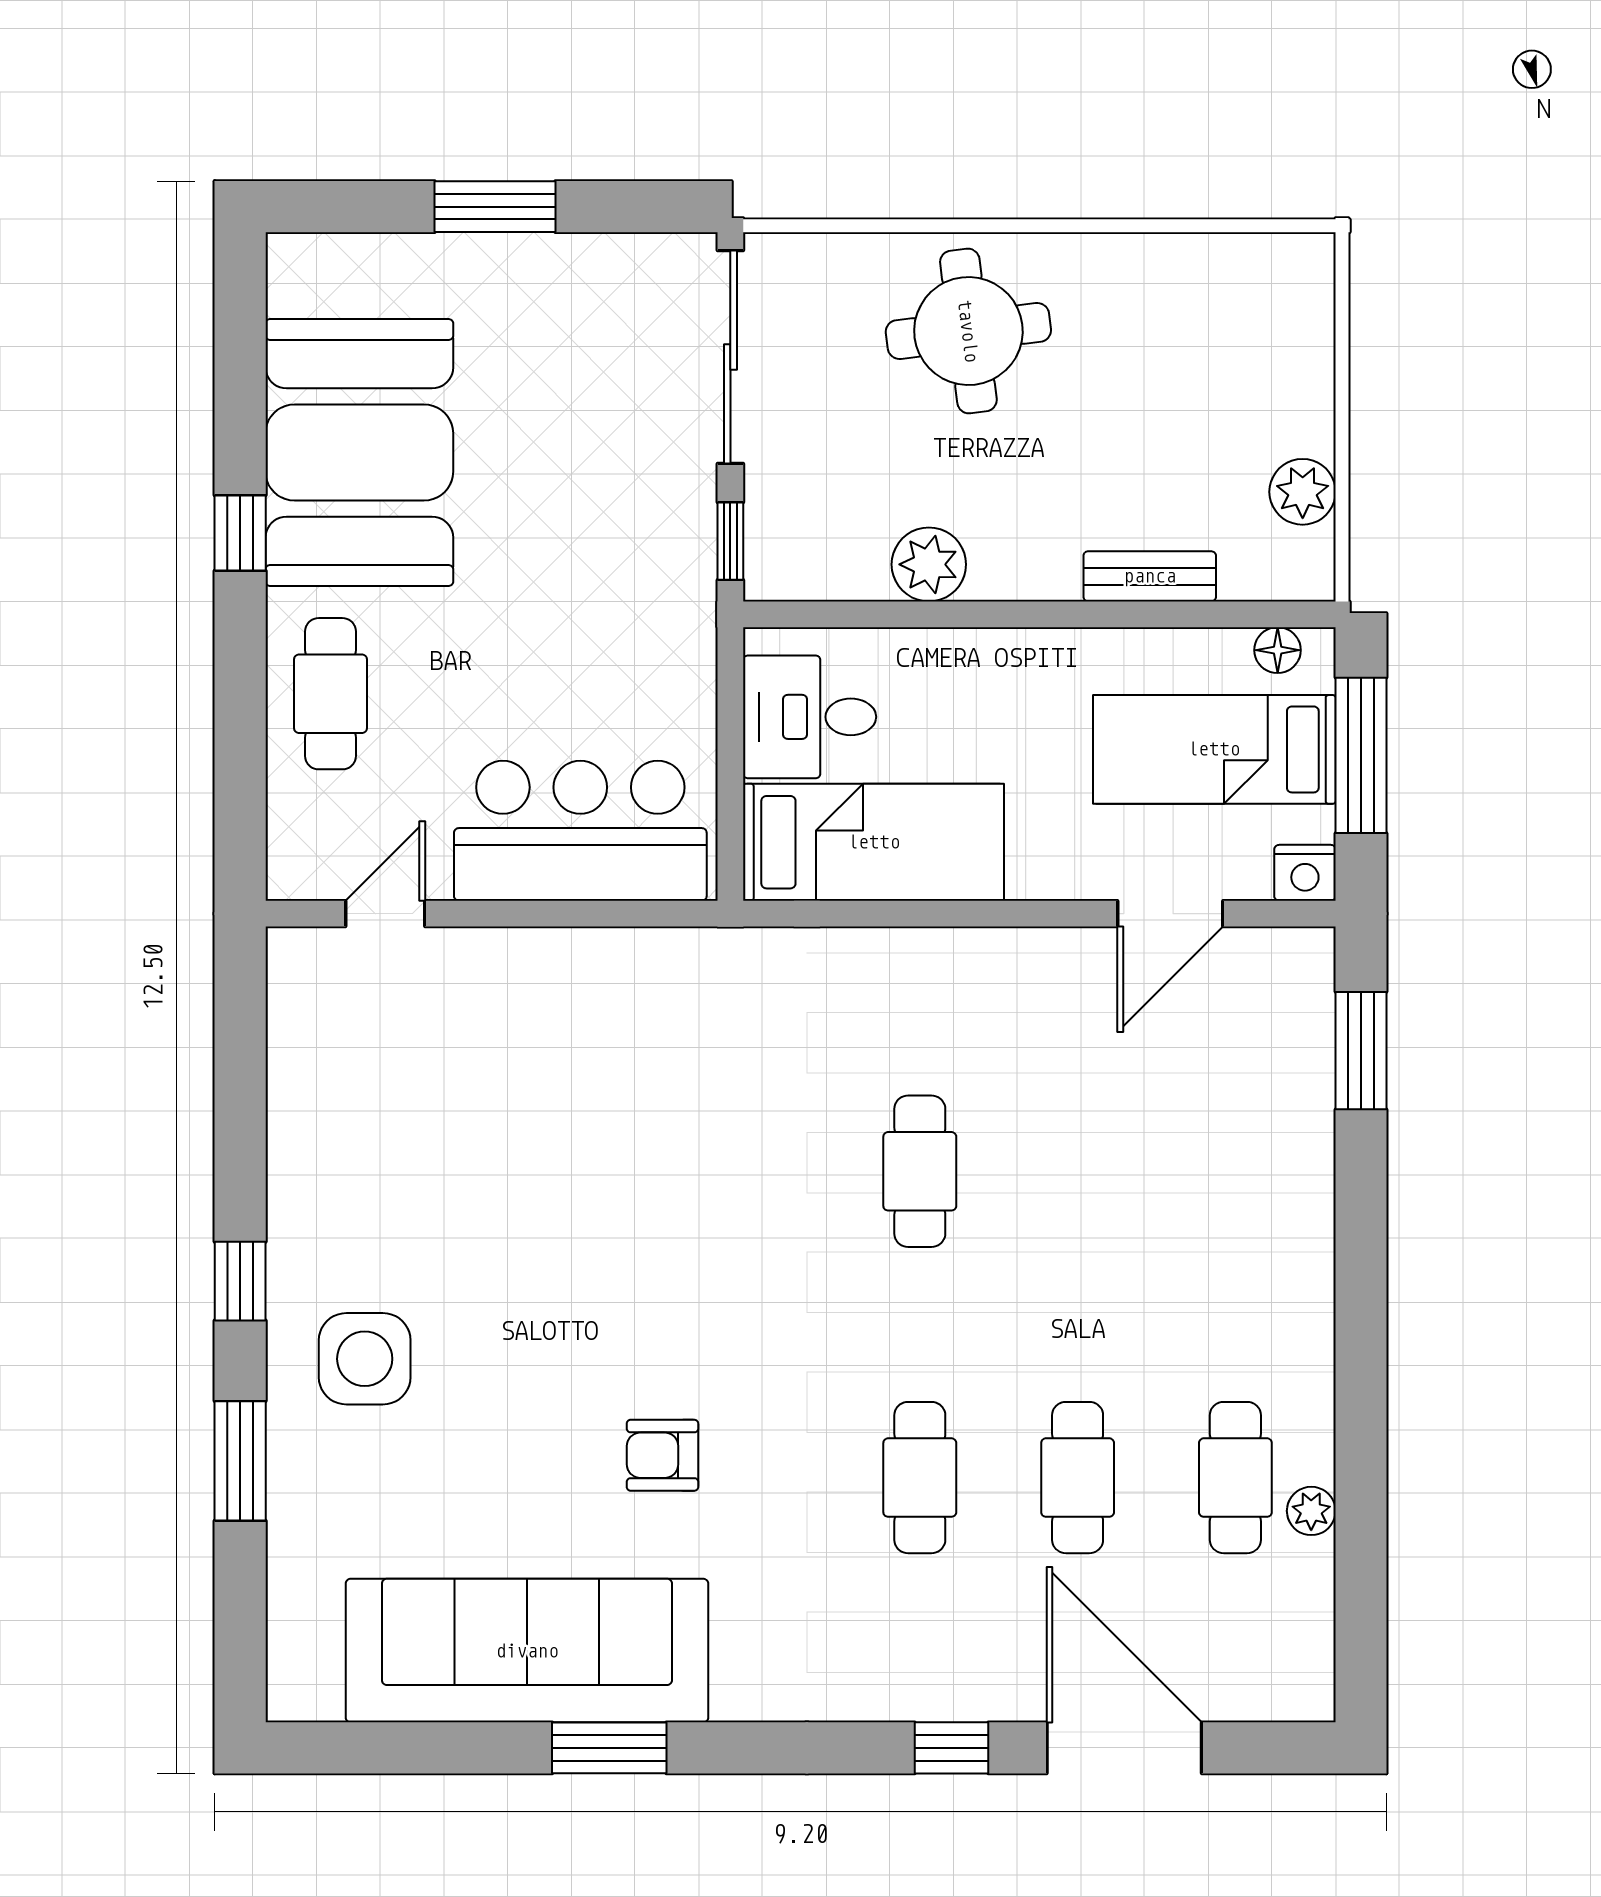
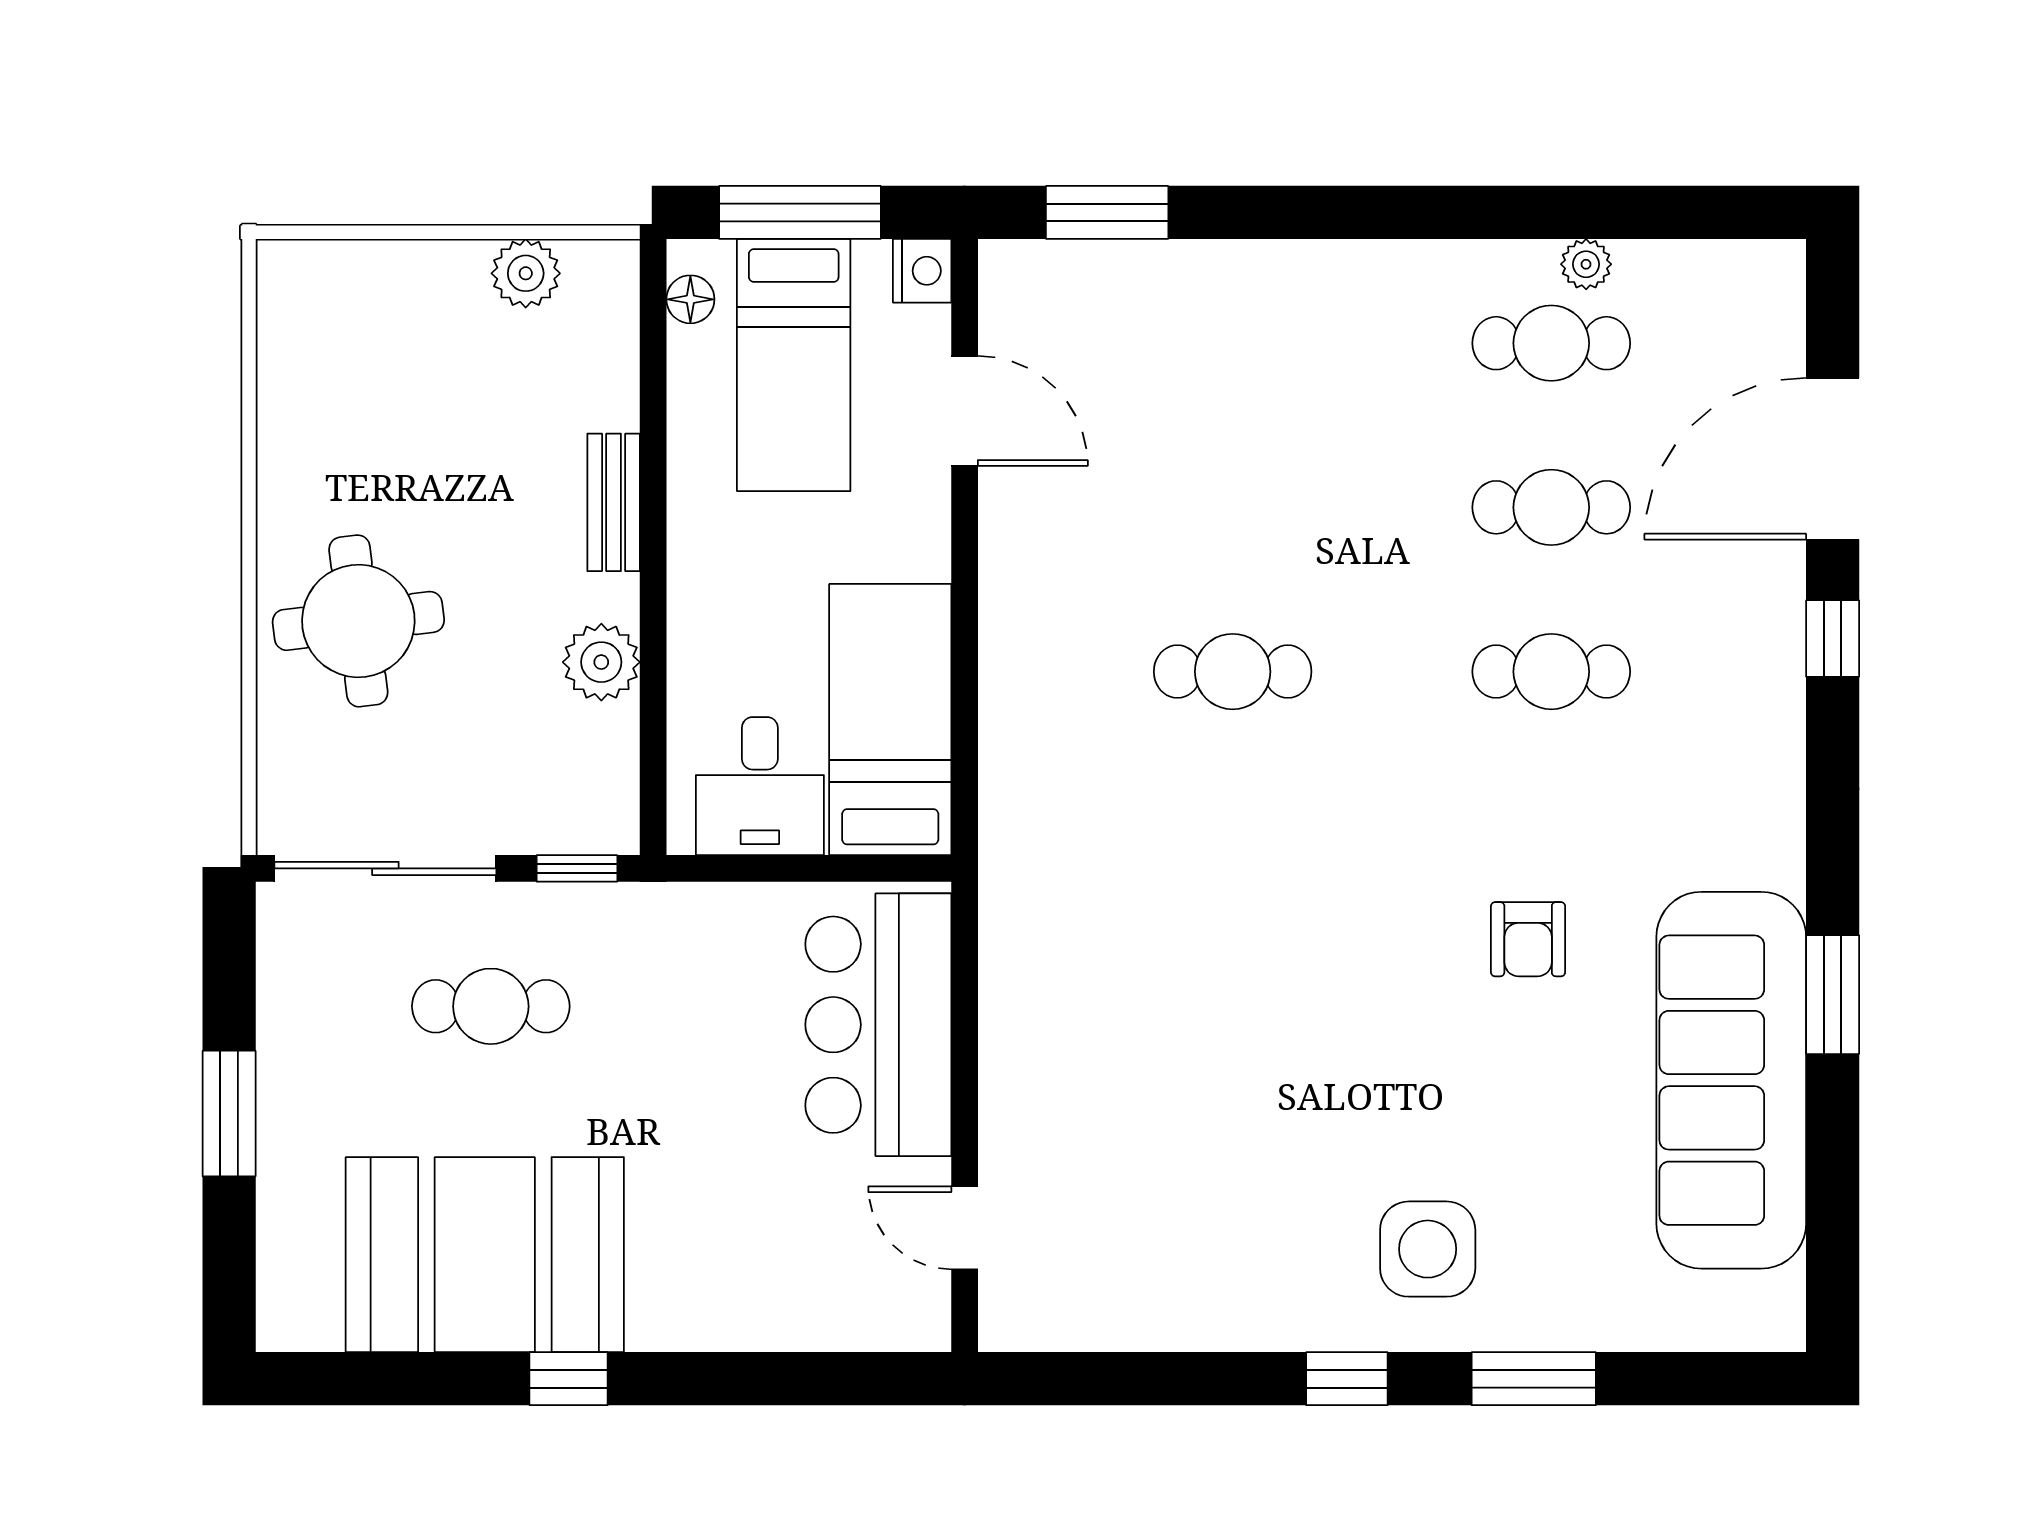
bench: (1150, 576) -> (614, 502), moved
cafe table: (330, 694) -> (491, 1006), moved

